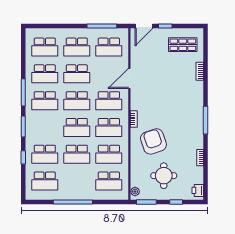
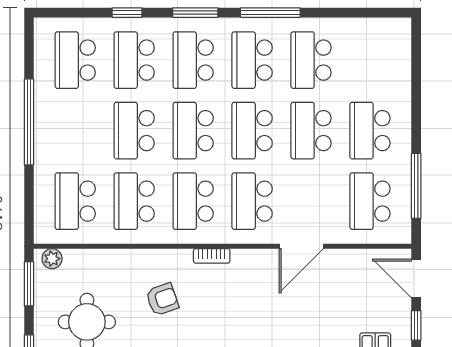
school desk: (45, 47) -> (193, 60), moved
door: (129, 78) -> (301, 246), swing flipped
armchair: (153, 141) -> (162, 299), width x0.53, depth x0.53

